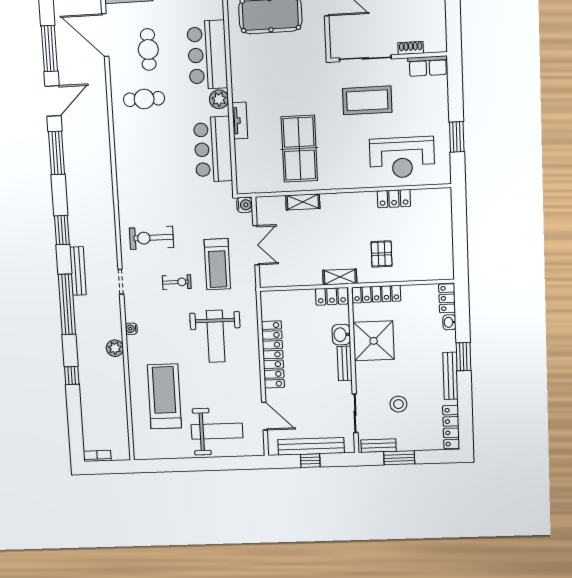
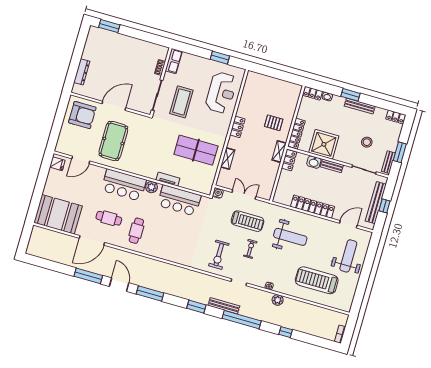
locker: (394, 199) -> (237, 127), moved
locker: (451, 427) -> (396, 117), width x0.66

